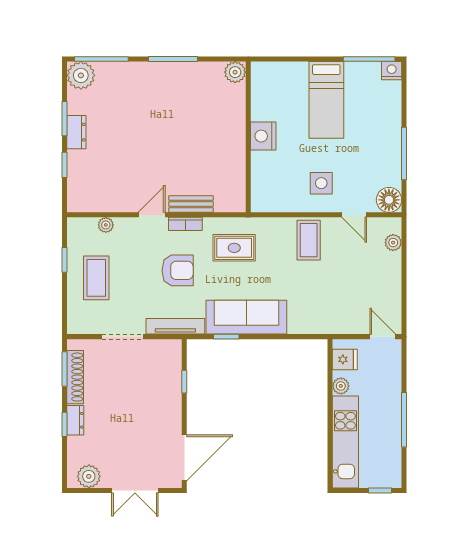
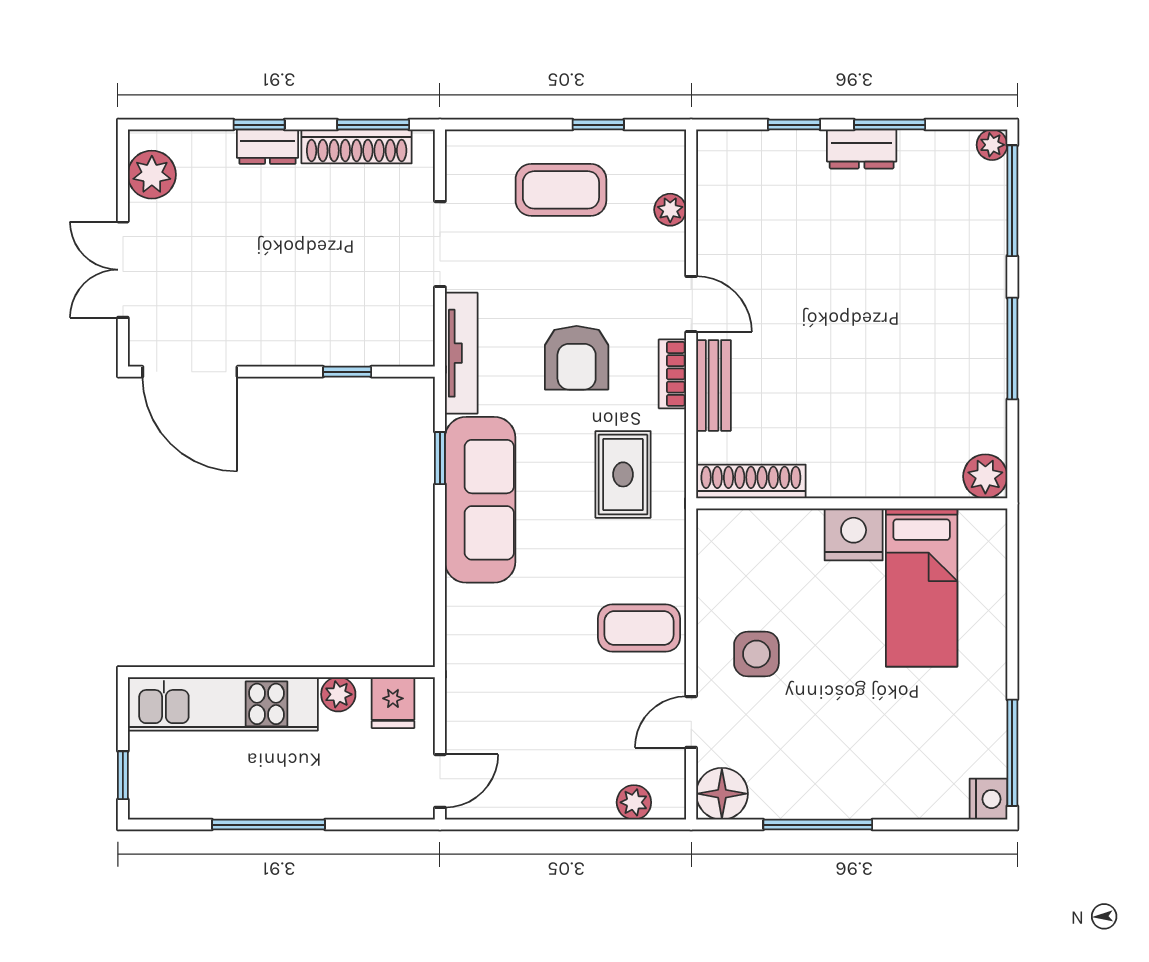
plant: (81, 75) -> (992, 145), width x0.53, depth x0.53
bed: (326, 100) -> (922, 588), moved, turned -90
shoe rack: (238, 186) -> (751, 481), added

